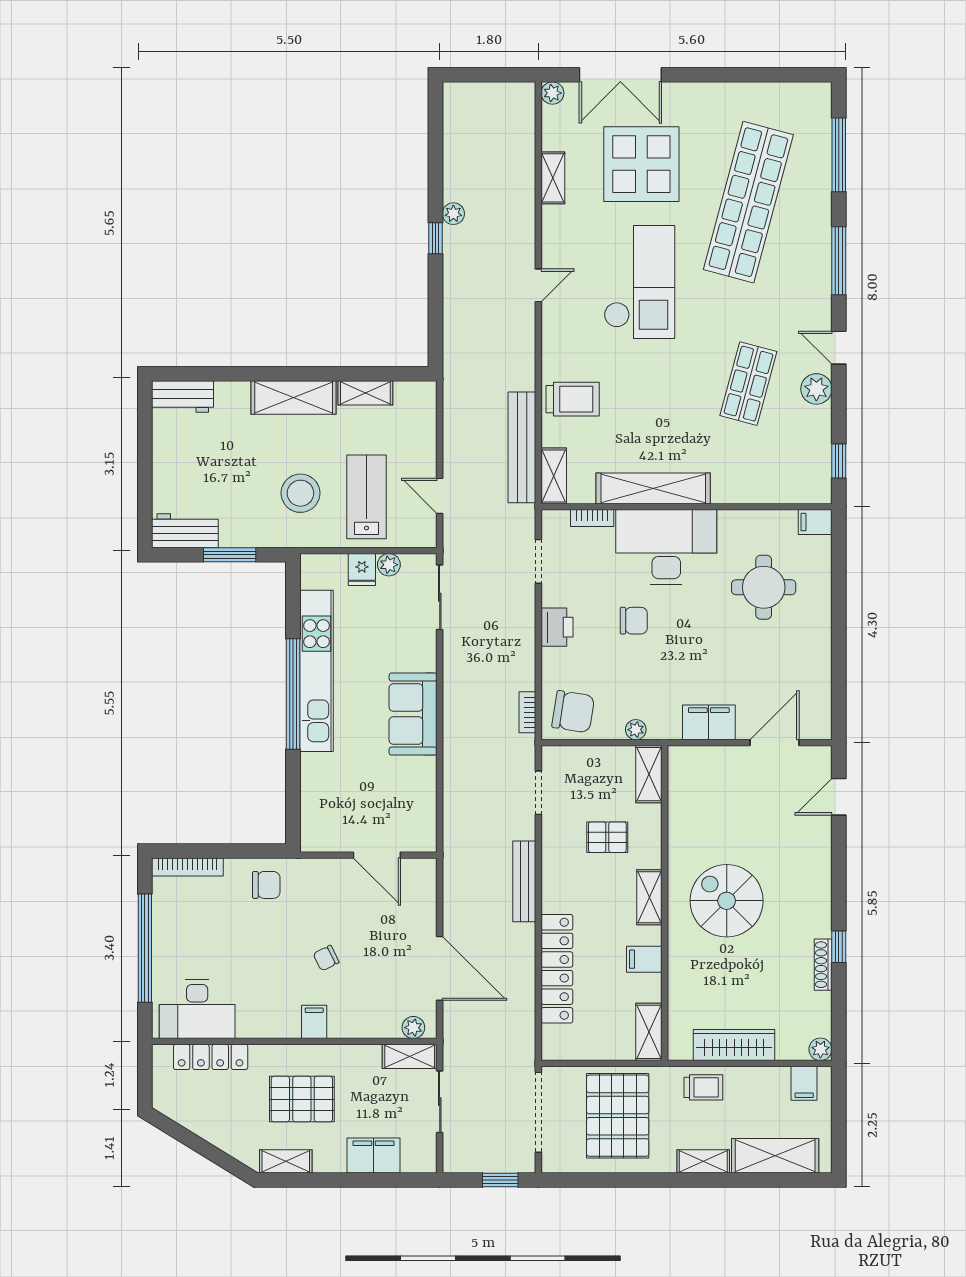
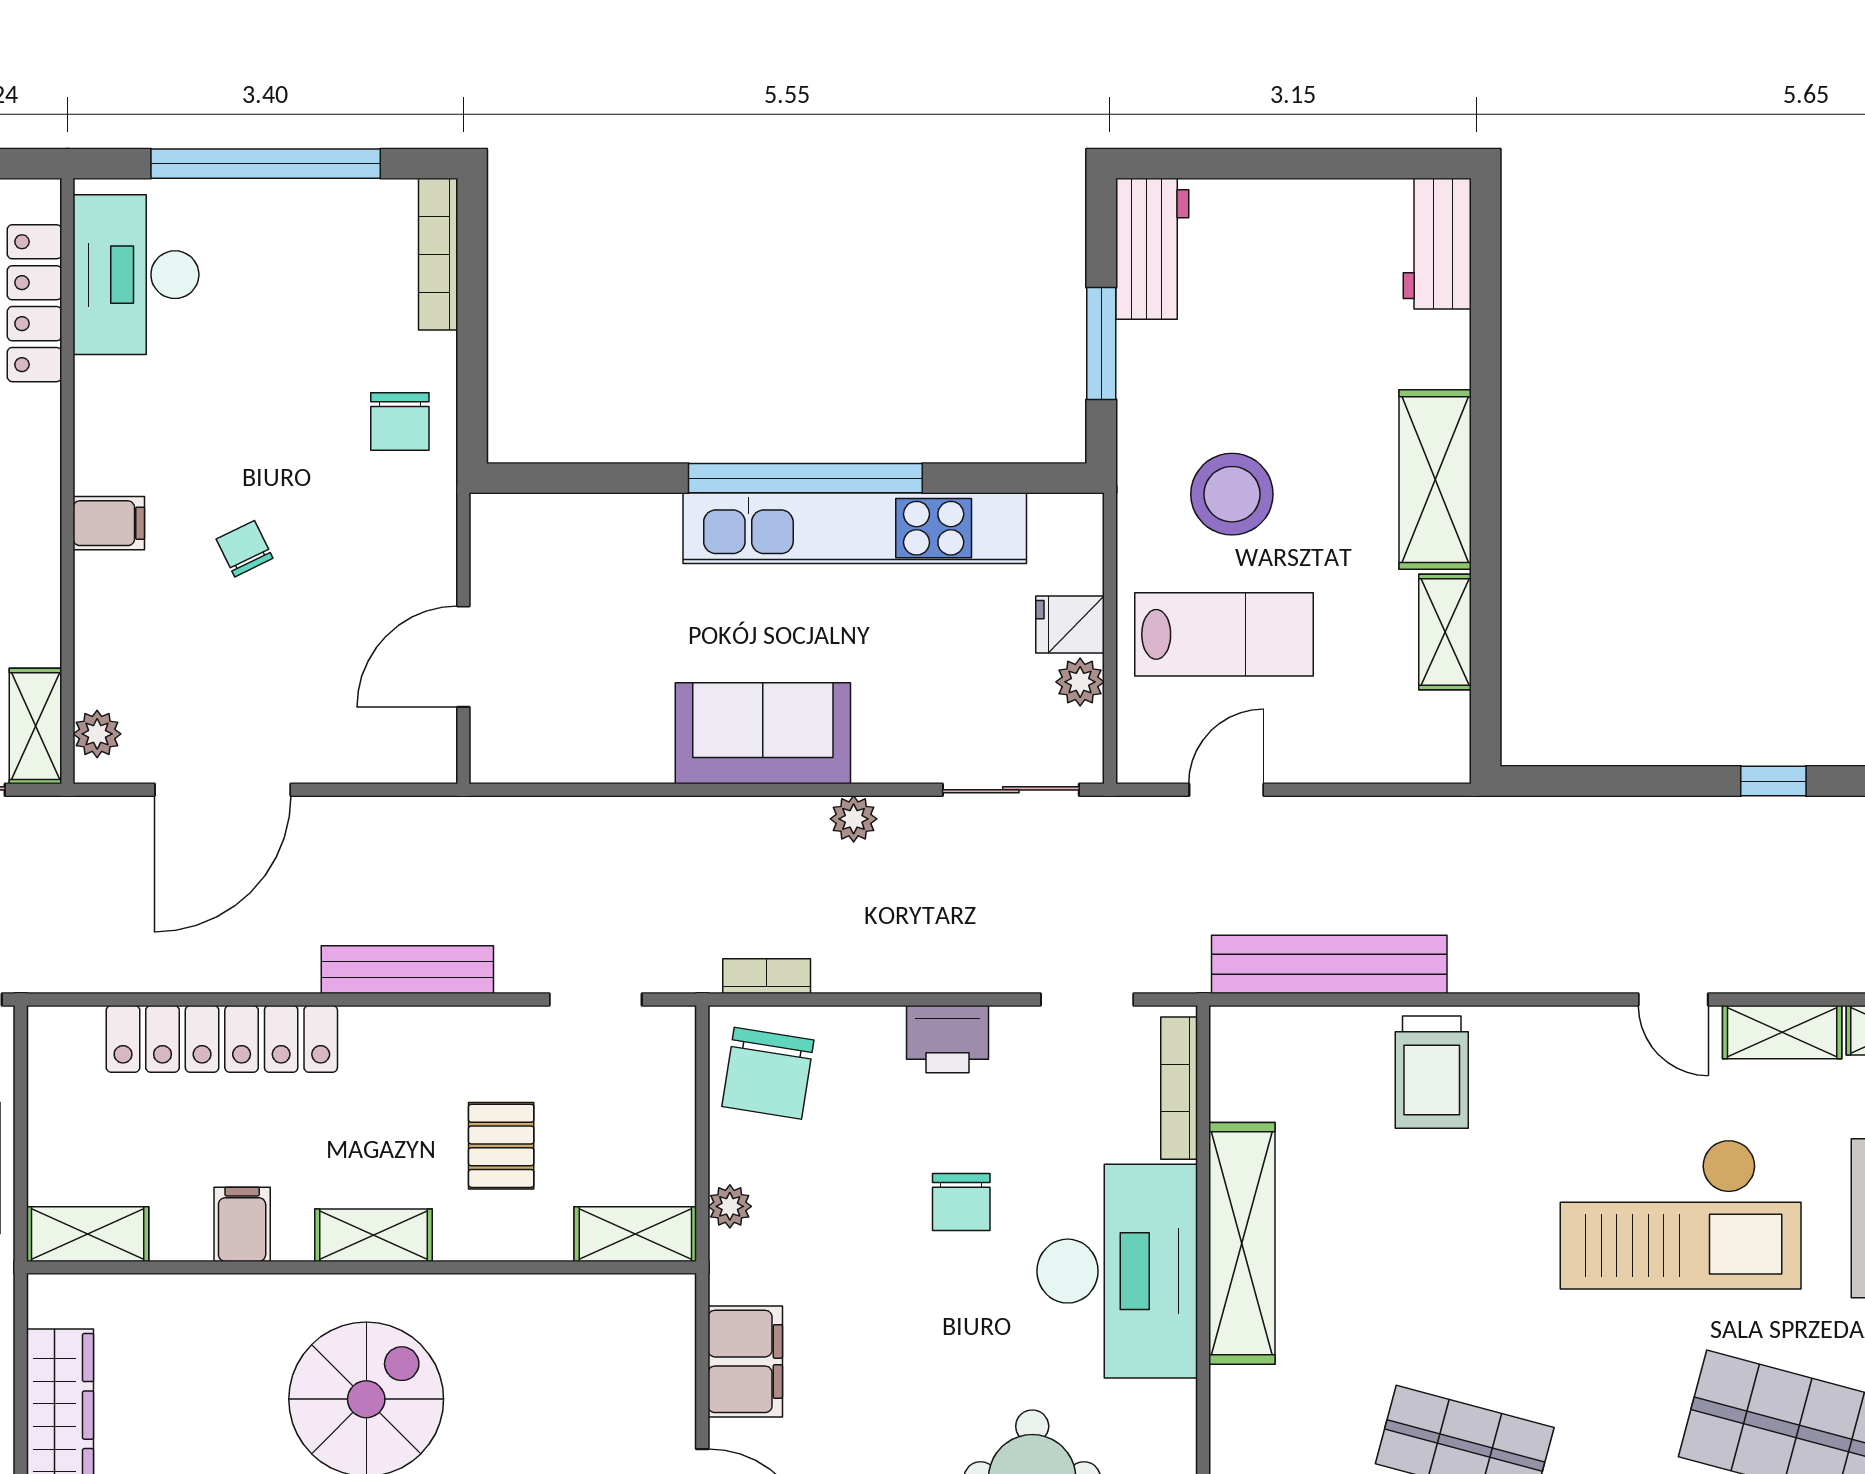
plant: (453, 214) -> (854, 819), moved
shelving: (554, 476) -> (1782, 1032), moved
bookcase: (592, 518) -> (1179, 1088), width x1.56

